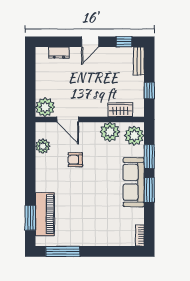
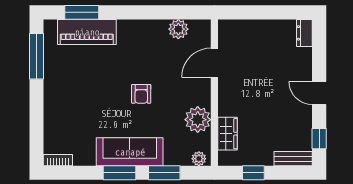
dresser: (59, 53) -> (304, 33), moved
plant: (45, 107) -> (231, 32), removed
plant: (134, 136) -> (199, 159), width x0.53, depth x0.53
armchair: (75, 160) -> (141, 94), moved, turned 180

